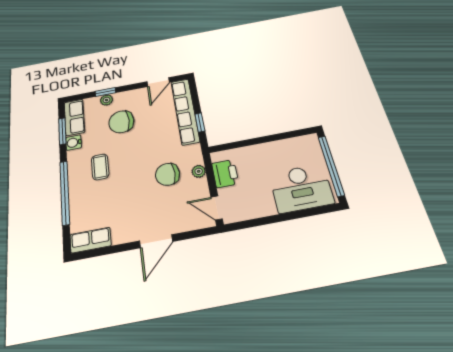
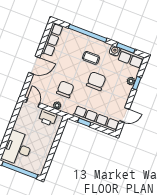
door: (158, 82) -> (124, 115), swing flipped
chair: (121, 122) -> (96, 81), moved
door: (217, 208) -> (33, 103), hinge flipped
row of seats: (91, 240) -> (52, 40), width x1.48
door: (156, 241) -> (34, 65), swing flipped

